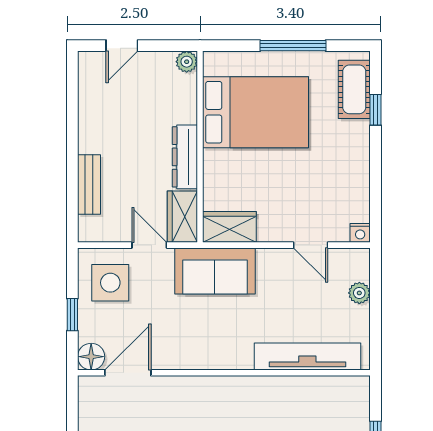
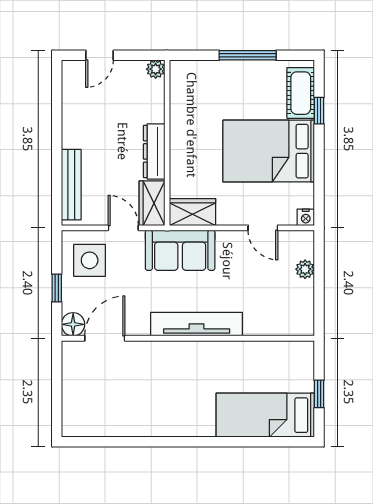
bed: (256, 112) -> (269, 151), moved, turned 180
bench: (89, 184) -> (71, 185), width x1.36
tv unit: (307, 357) -> (197, 324), moved

